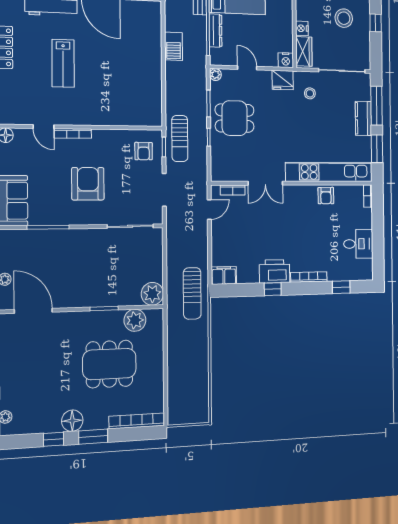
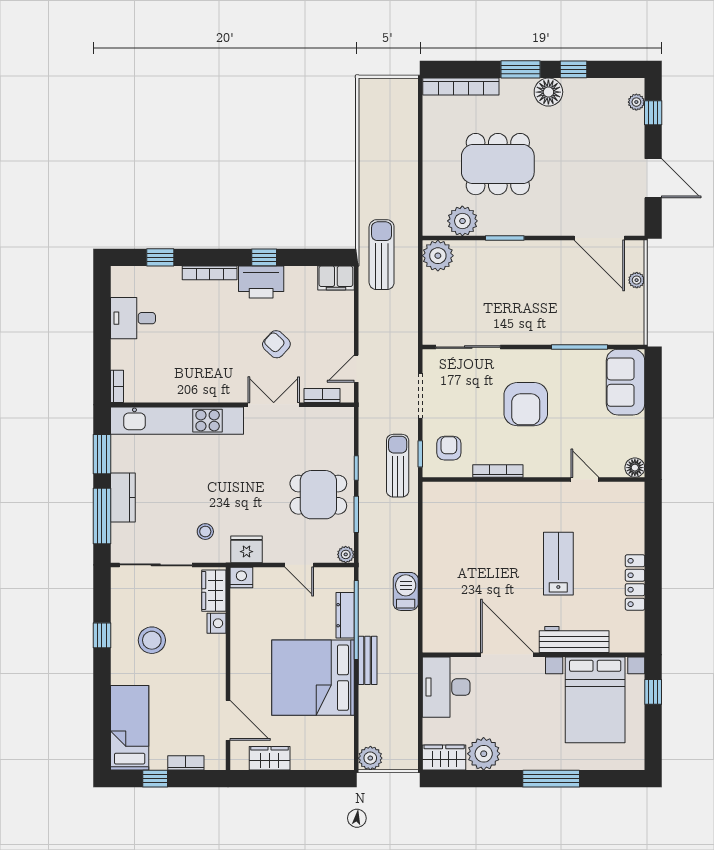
bookcase: (73, 133) -> (498, 471), moved
armchair: (326, 196) -> (276, 344), moved, turned -47

